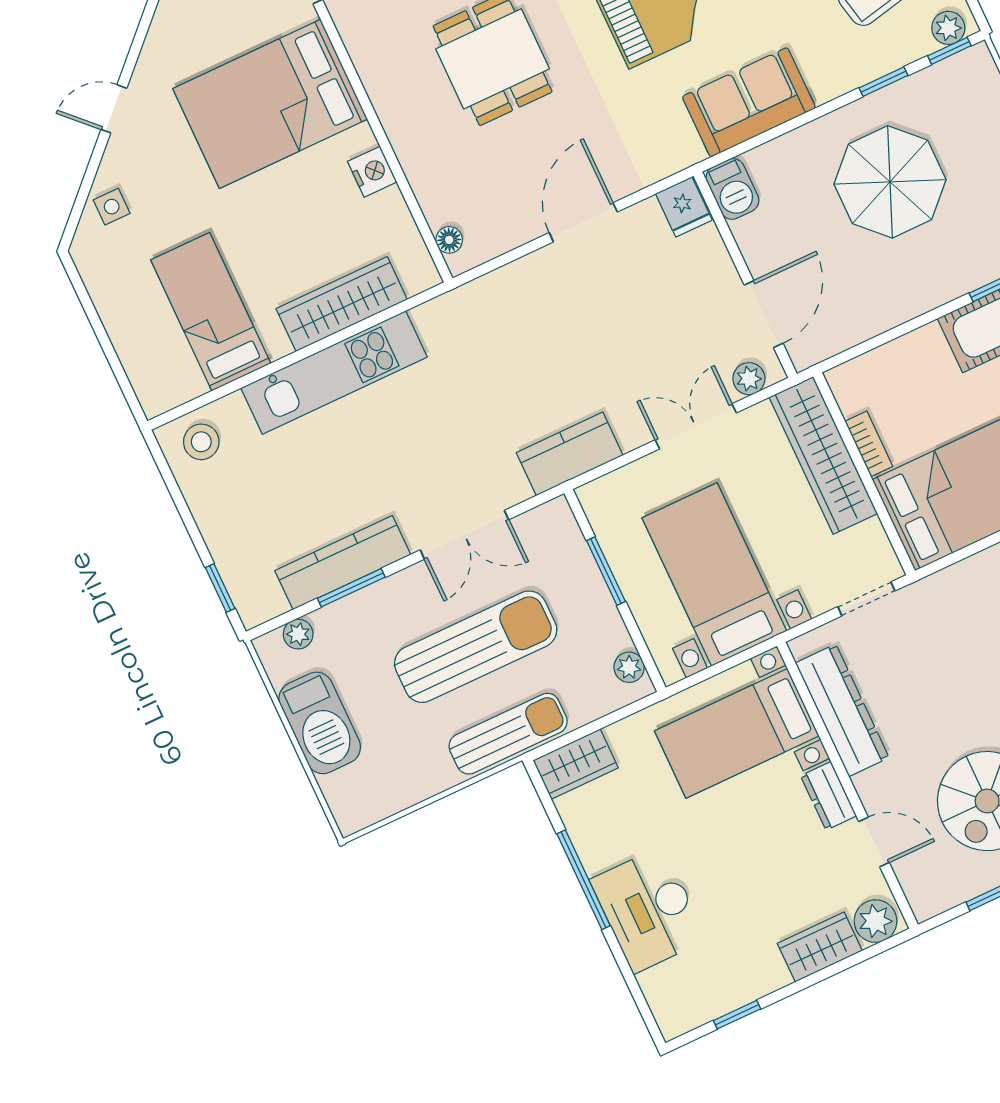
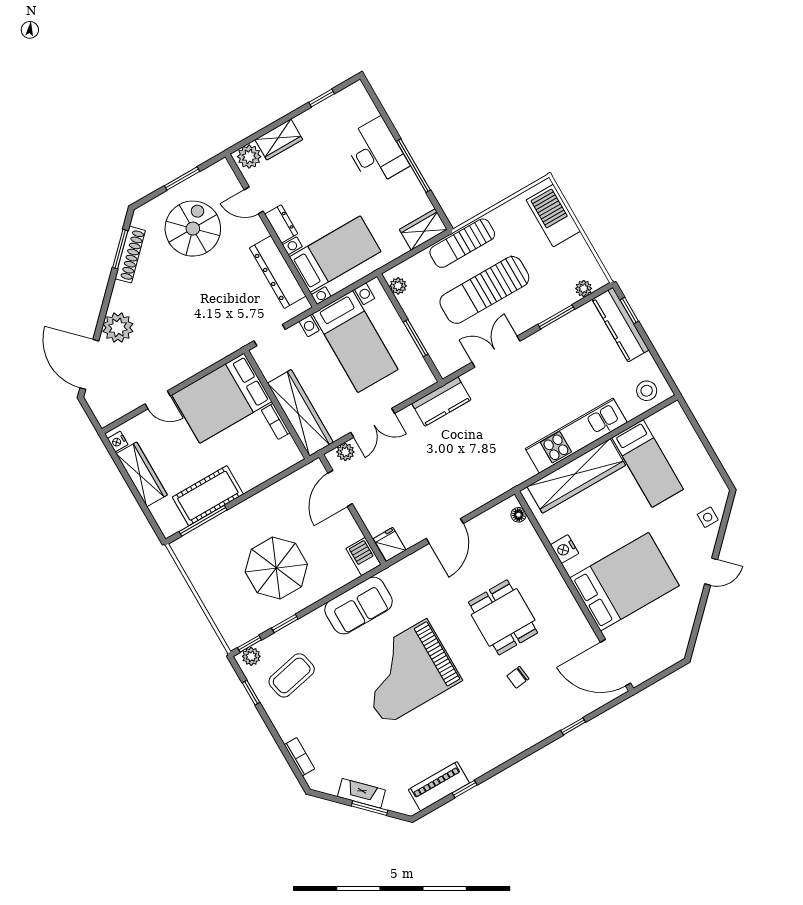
wardrobe: (342, 304) -> (576, 476), width x1.40, depth x1.17
kitchen counter: (343, 563) -> (620, 325), moved, turned 90
barbecue: (320, 723) -> (553, 216), moved

